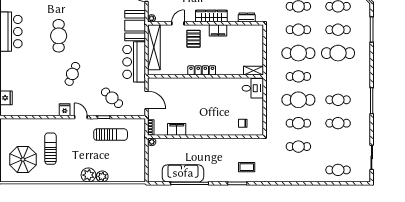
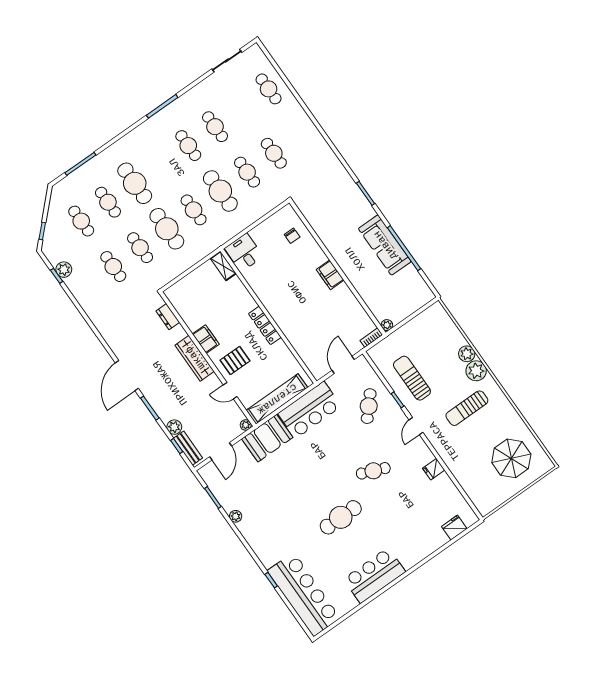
fridge: (65, 110) -> (434, 469), moved
filing cabinet: (177, 129) -> (330, 275), moved
sun lounger: (51, 149) -> (467, 408), moved
coffee table: (247, 167) -> (339, 196), removed
sofa: (183, 173) -> (385, 245), moved

